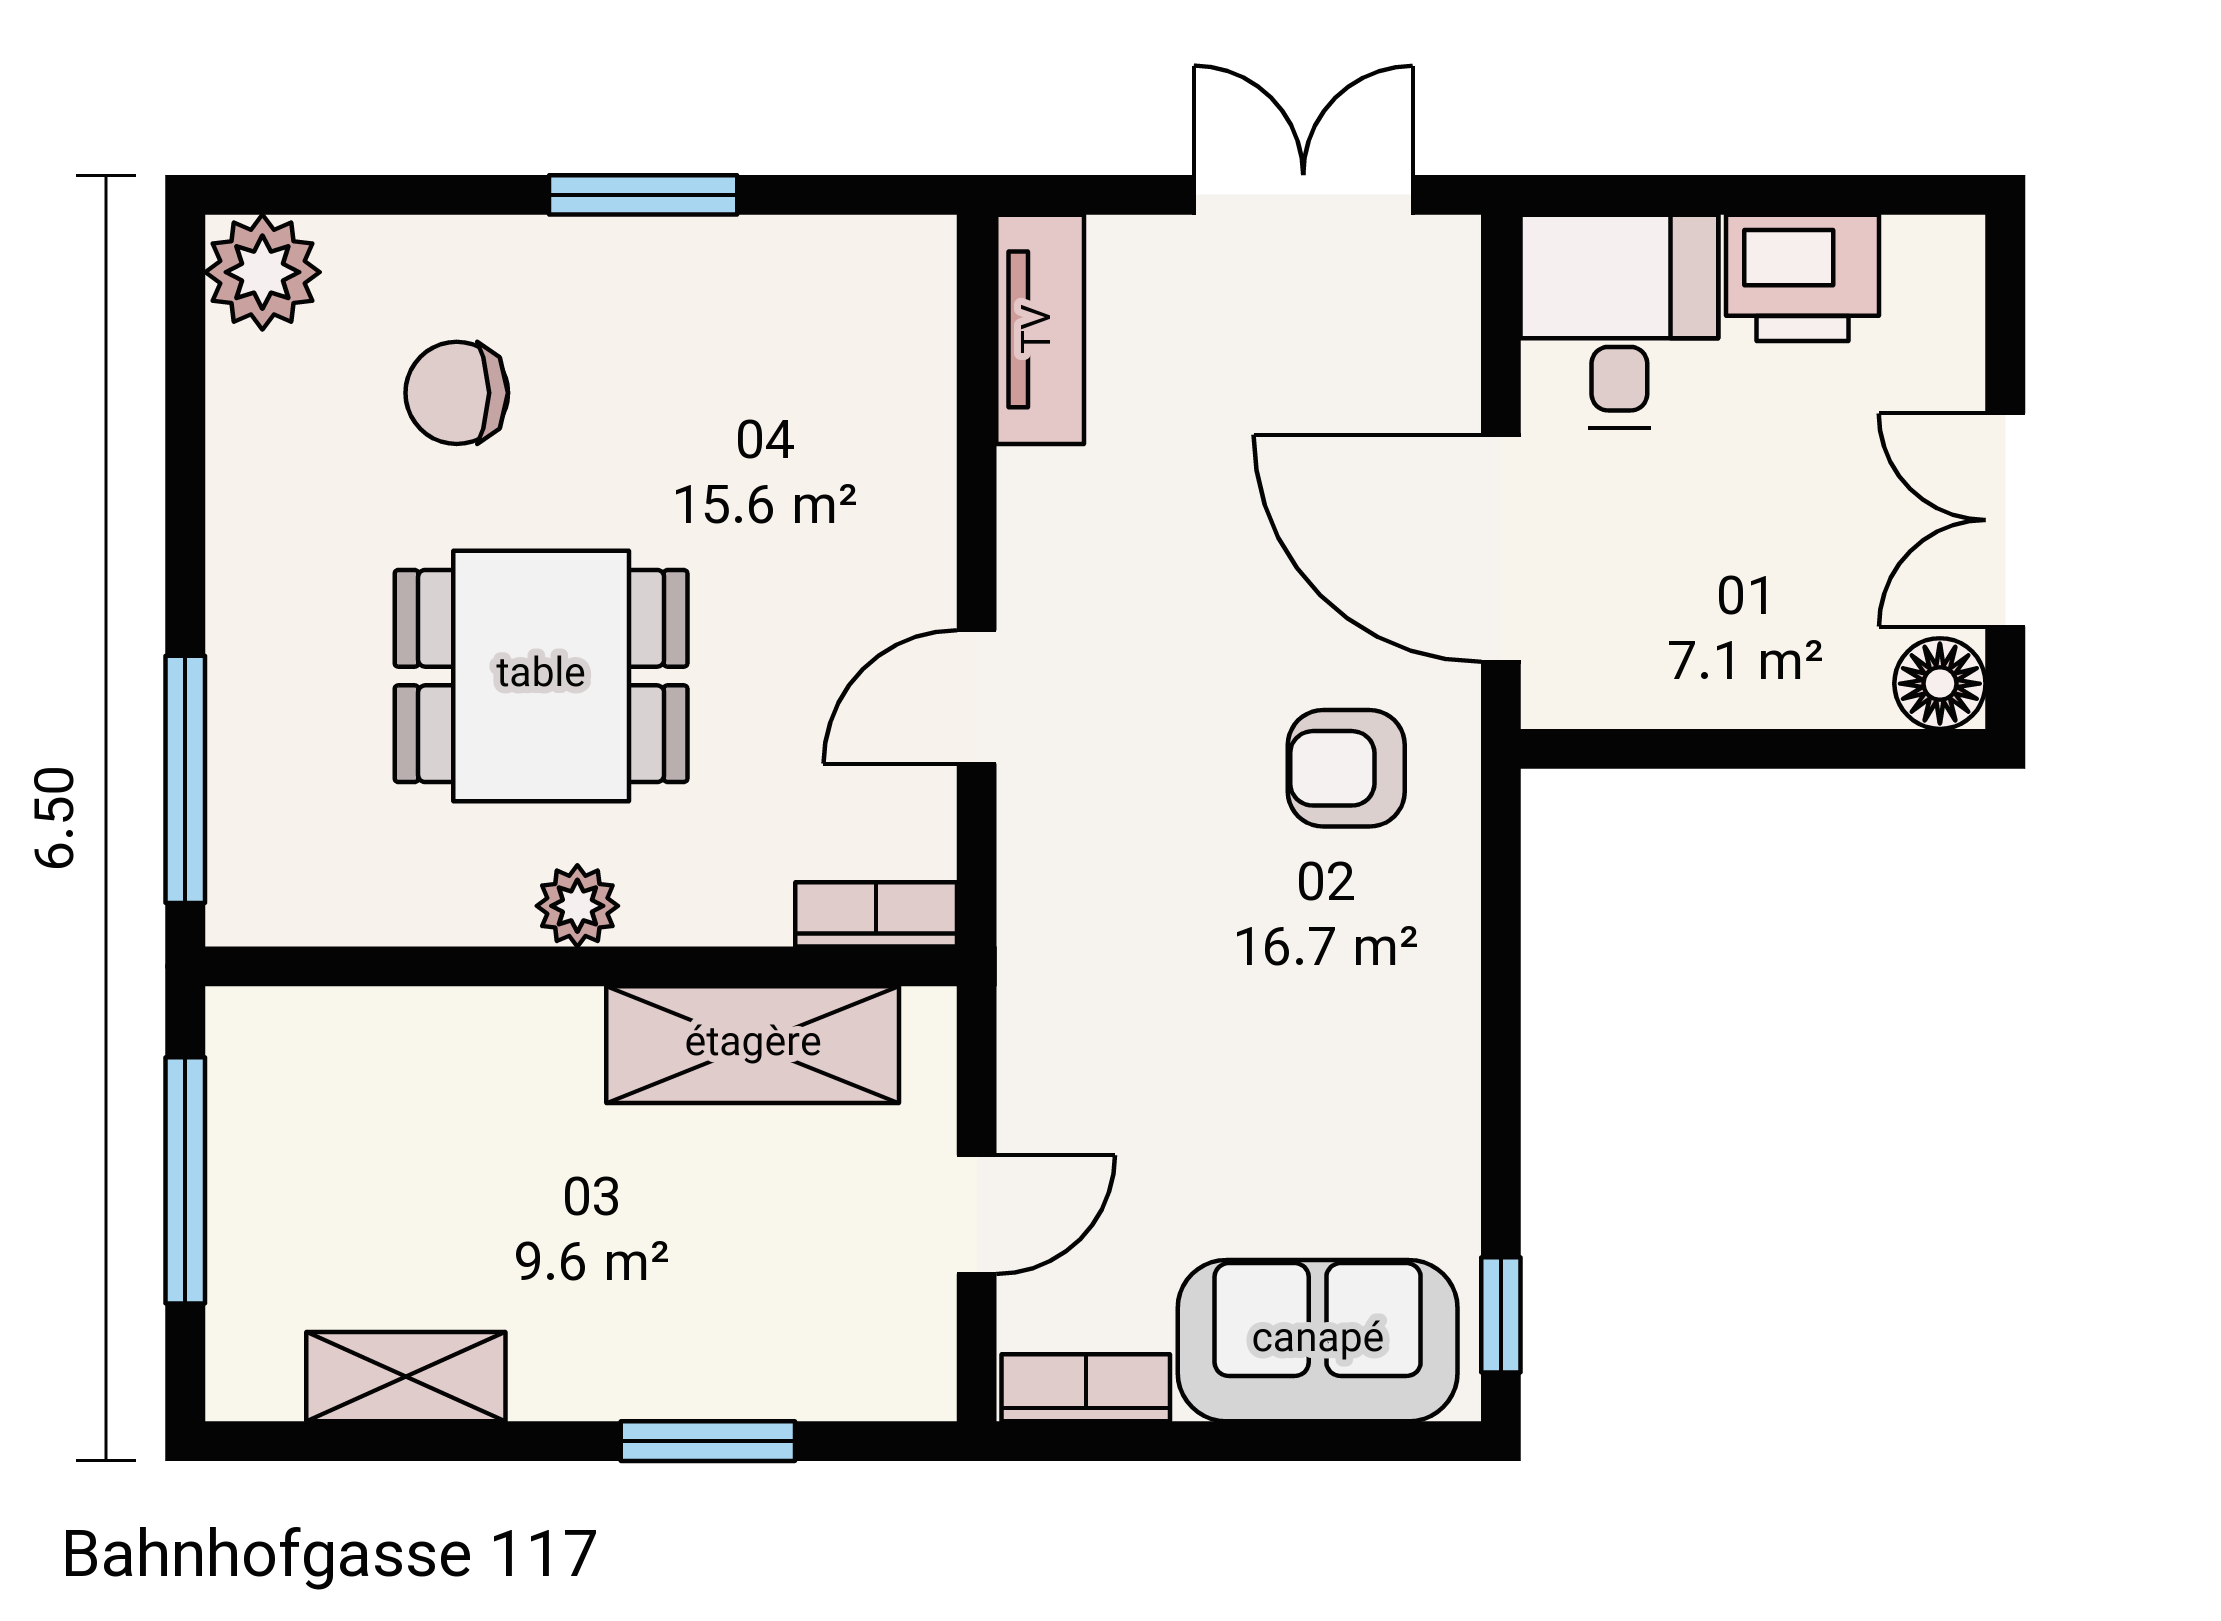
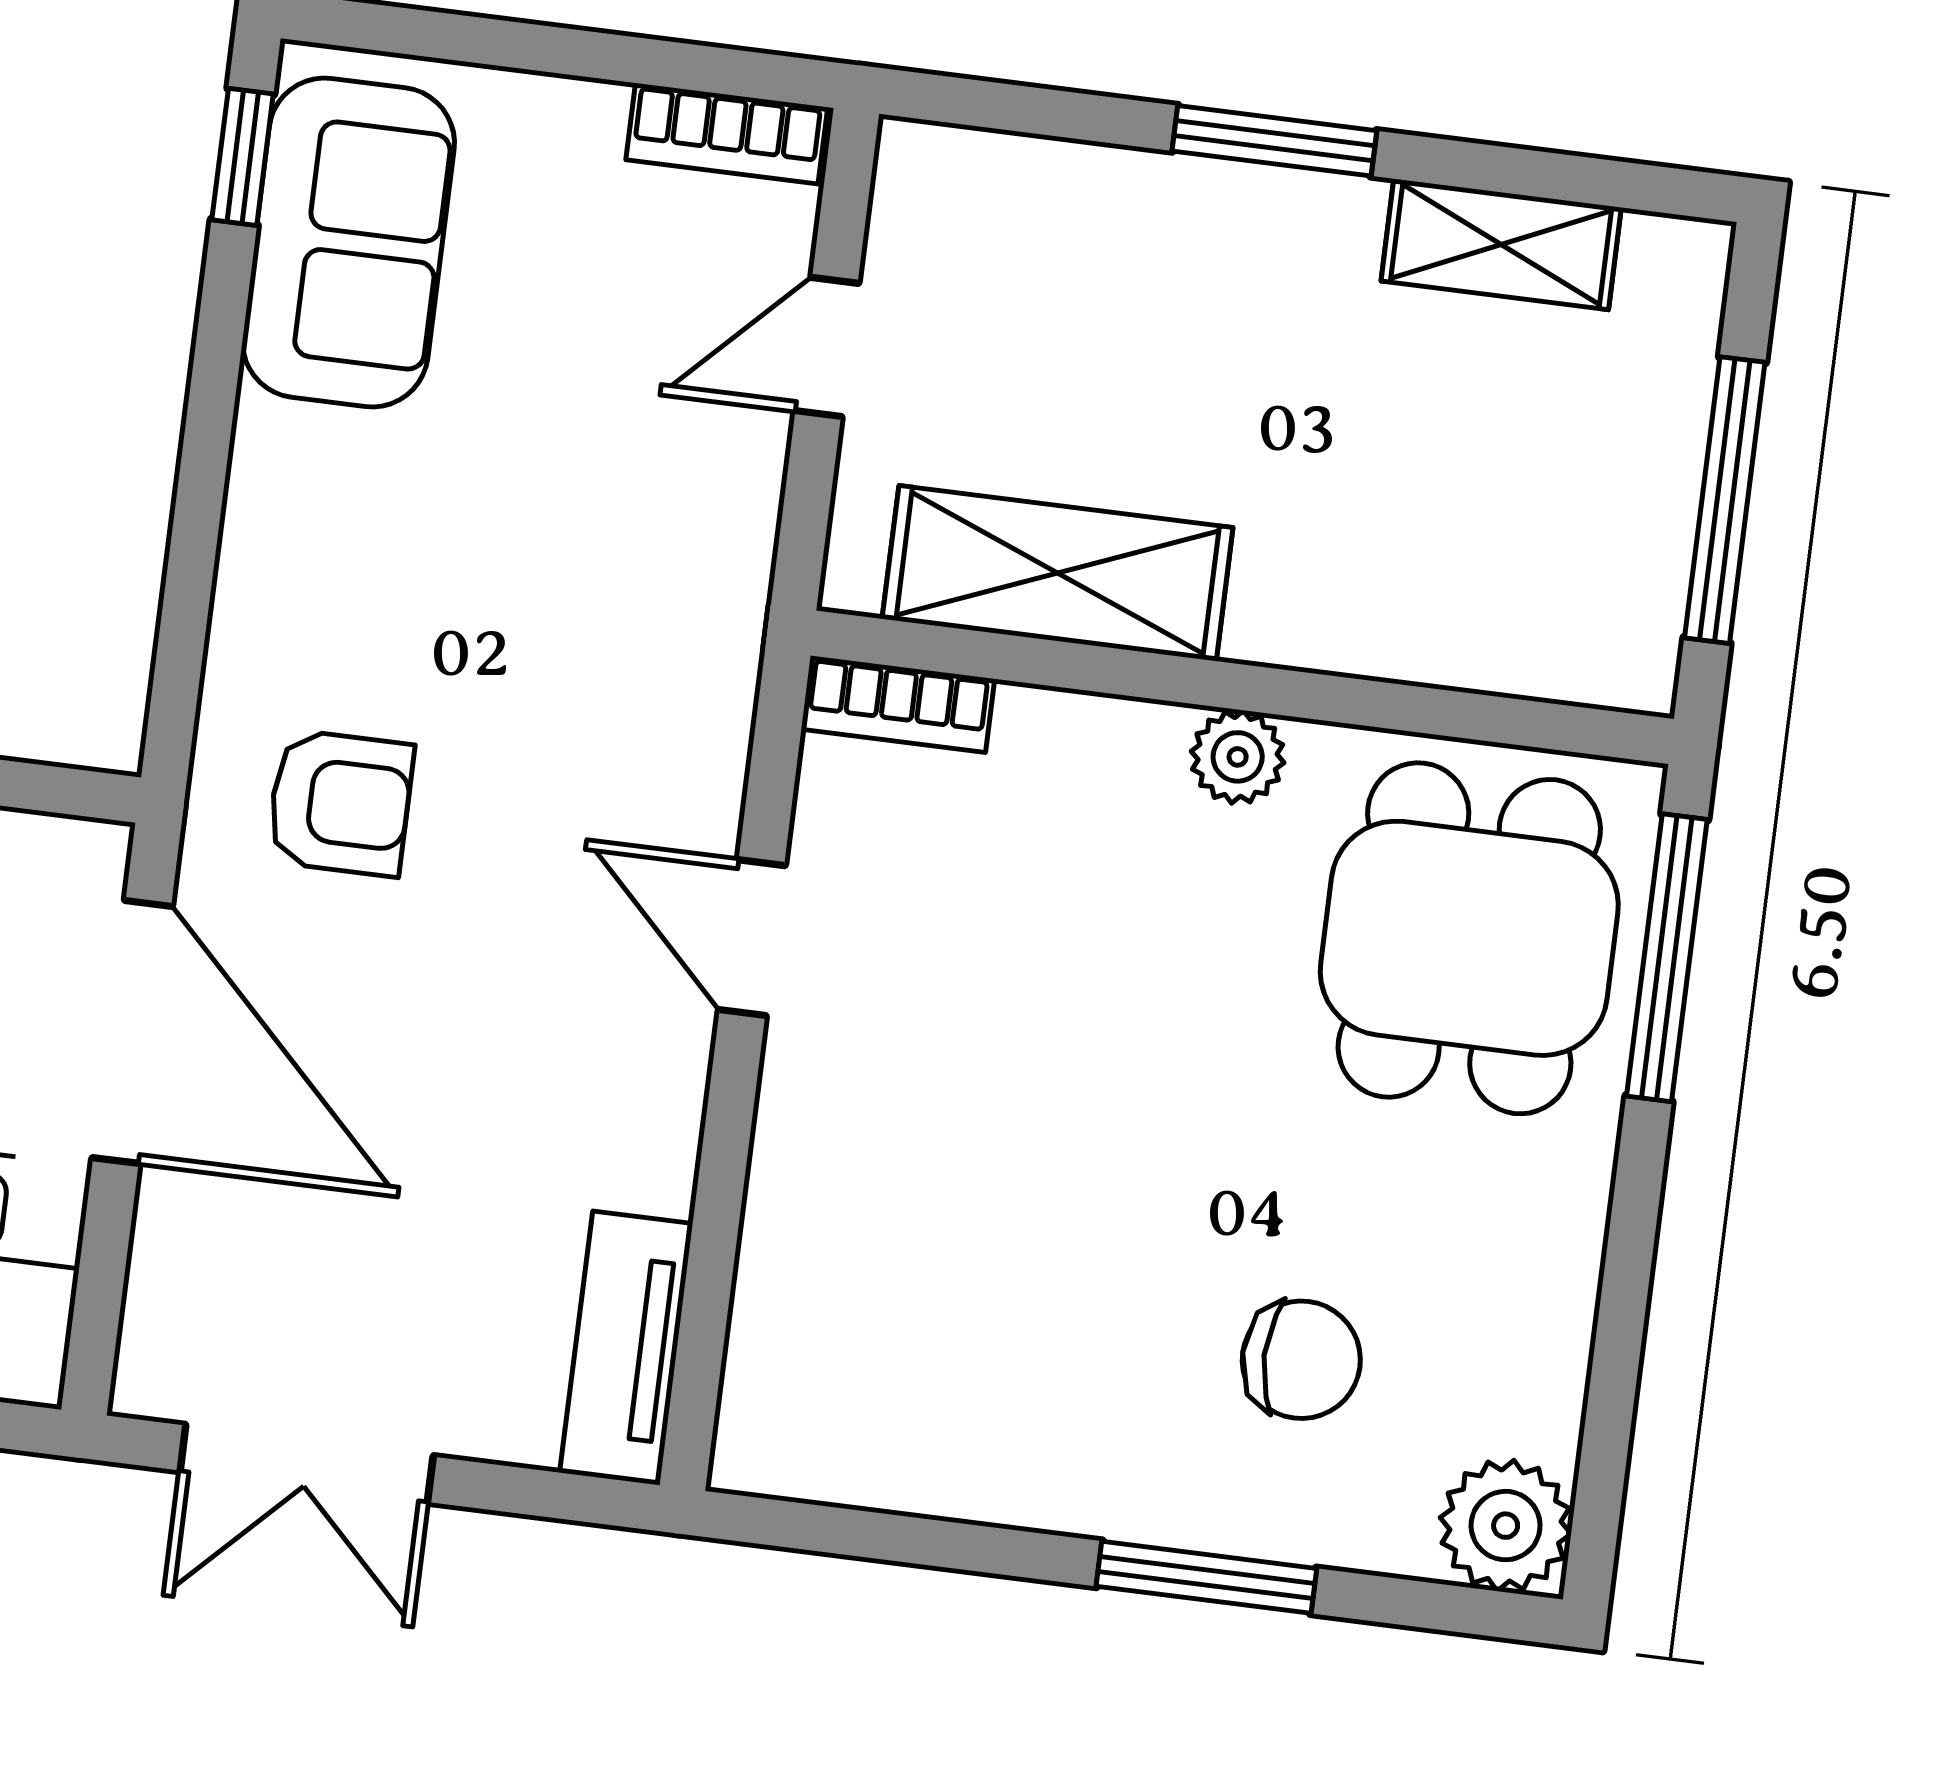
window: (643, 195) -> (1206, 1577), moved
dining table: (541, 676) -> (1469, 938), moved, turned 90
door: (977, 697) -> (752, 938), swing flipped
sofa: (1318, 1341) -> (348, 242), moved, turned -90
window: (708, 1441) -> (1274, 141), moved

